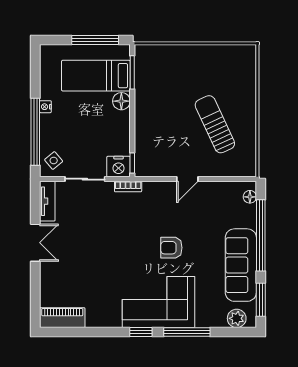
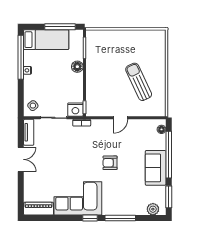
bed: (96, 76) -> (46, 40), moved, turned 180
window: (35, 132) -> (21, 57), moved
sofa: (241, 265) -> (156, 168), width x0.73
corner sofa: (158, 302) -> (78, 198), moved

